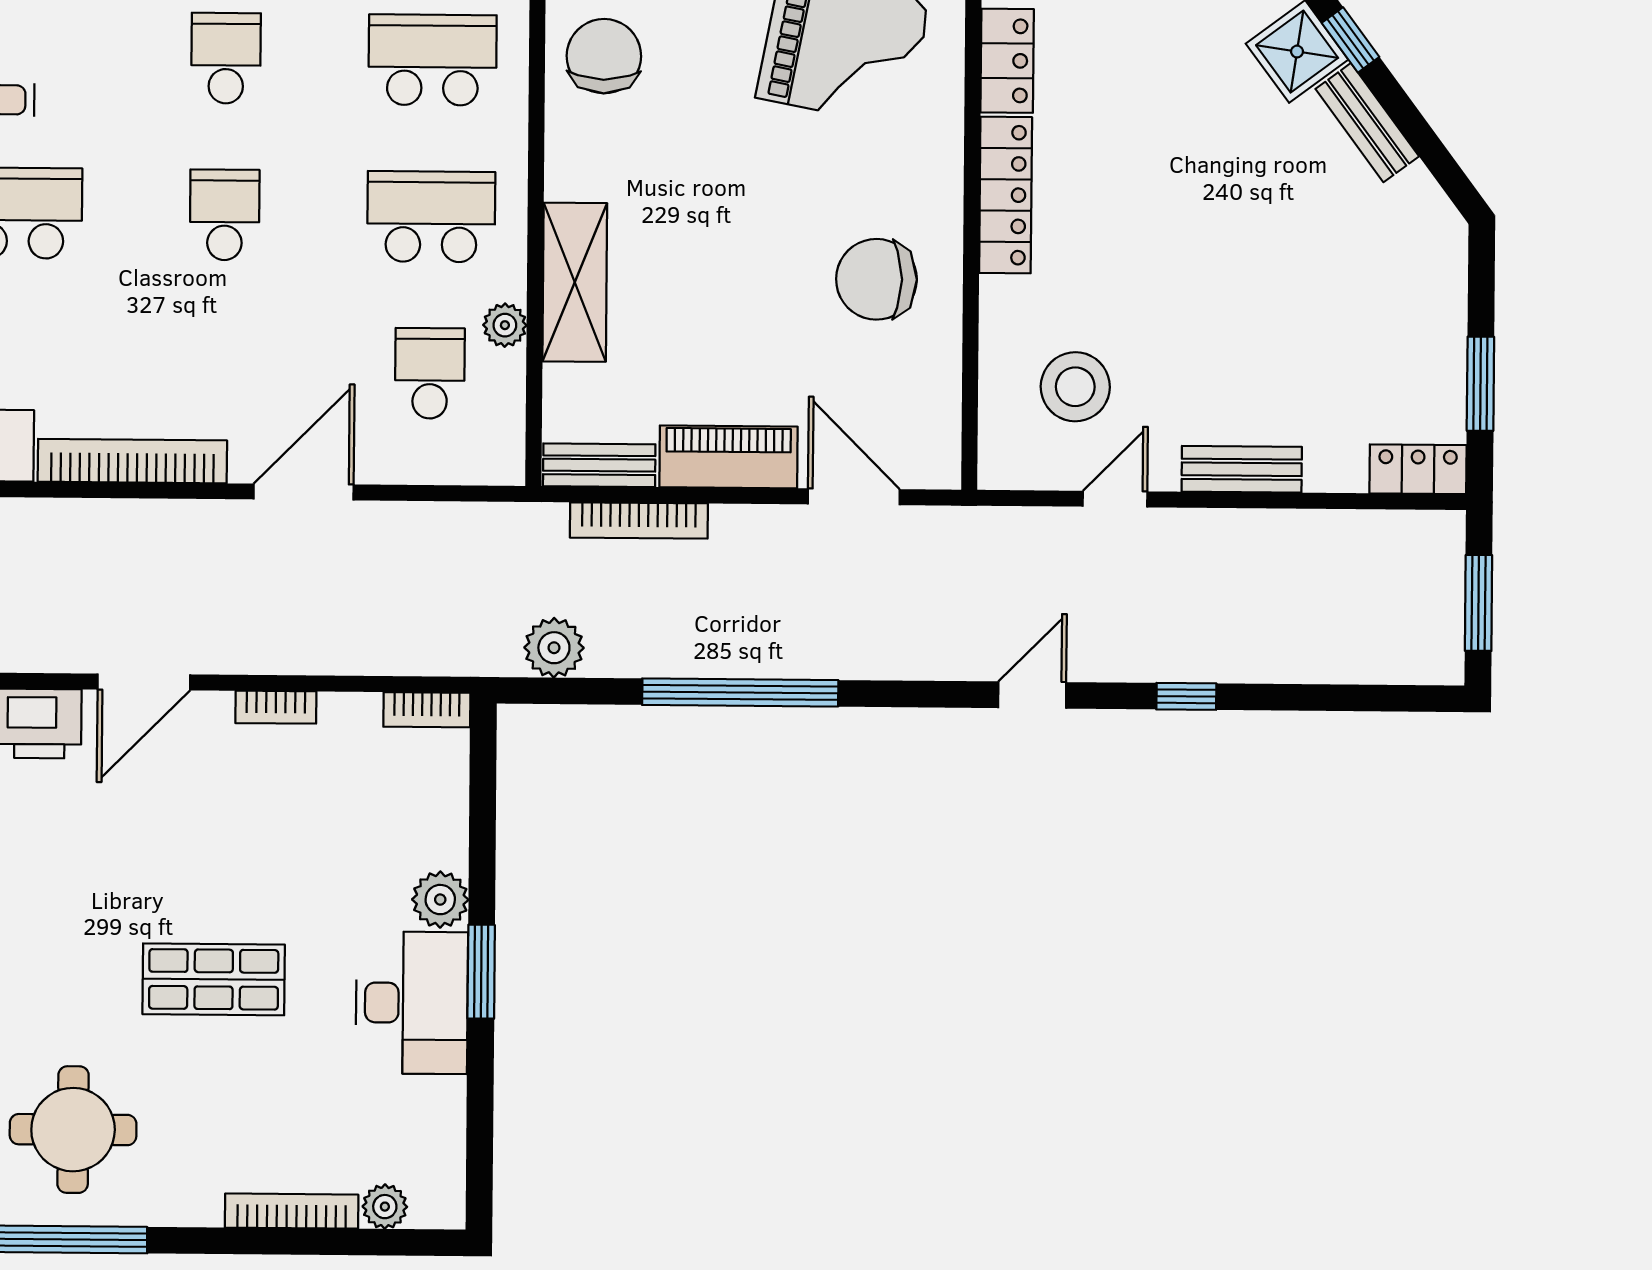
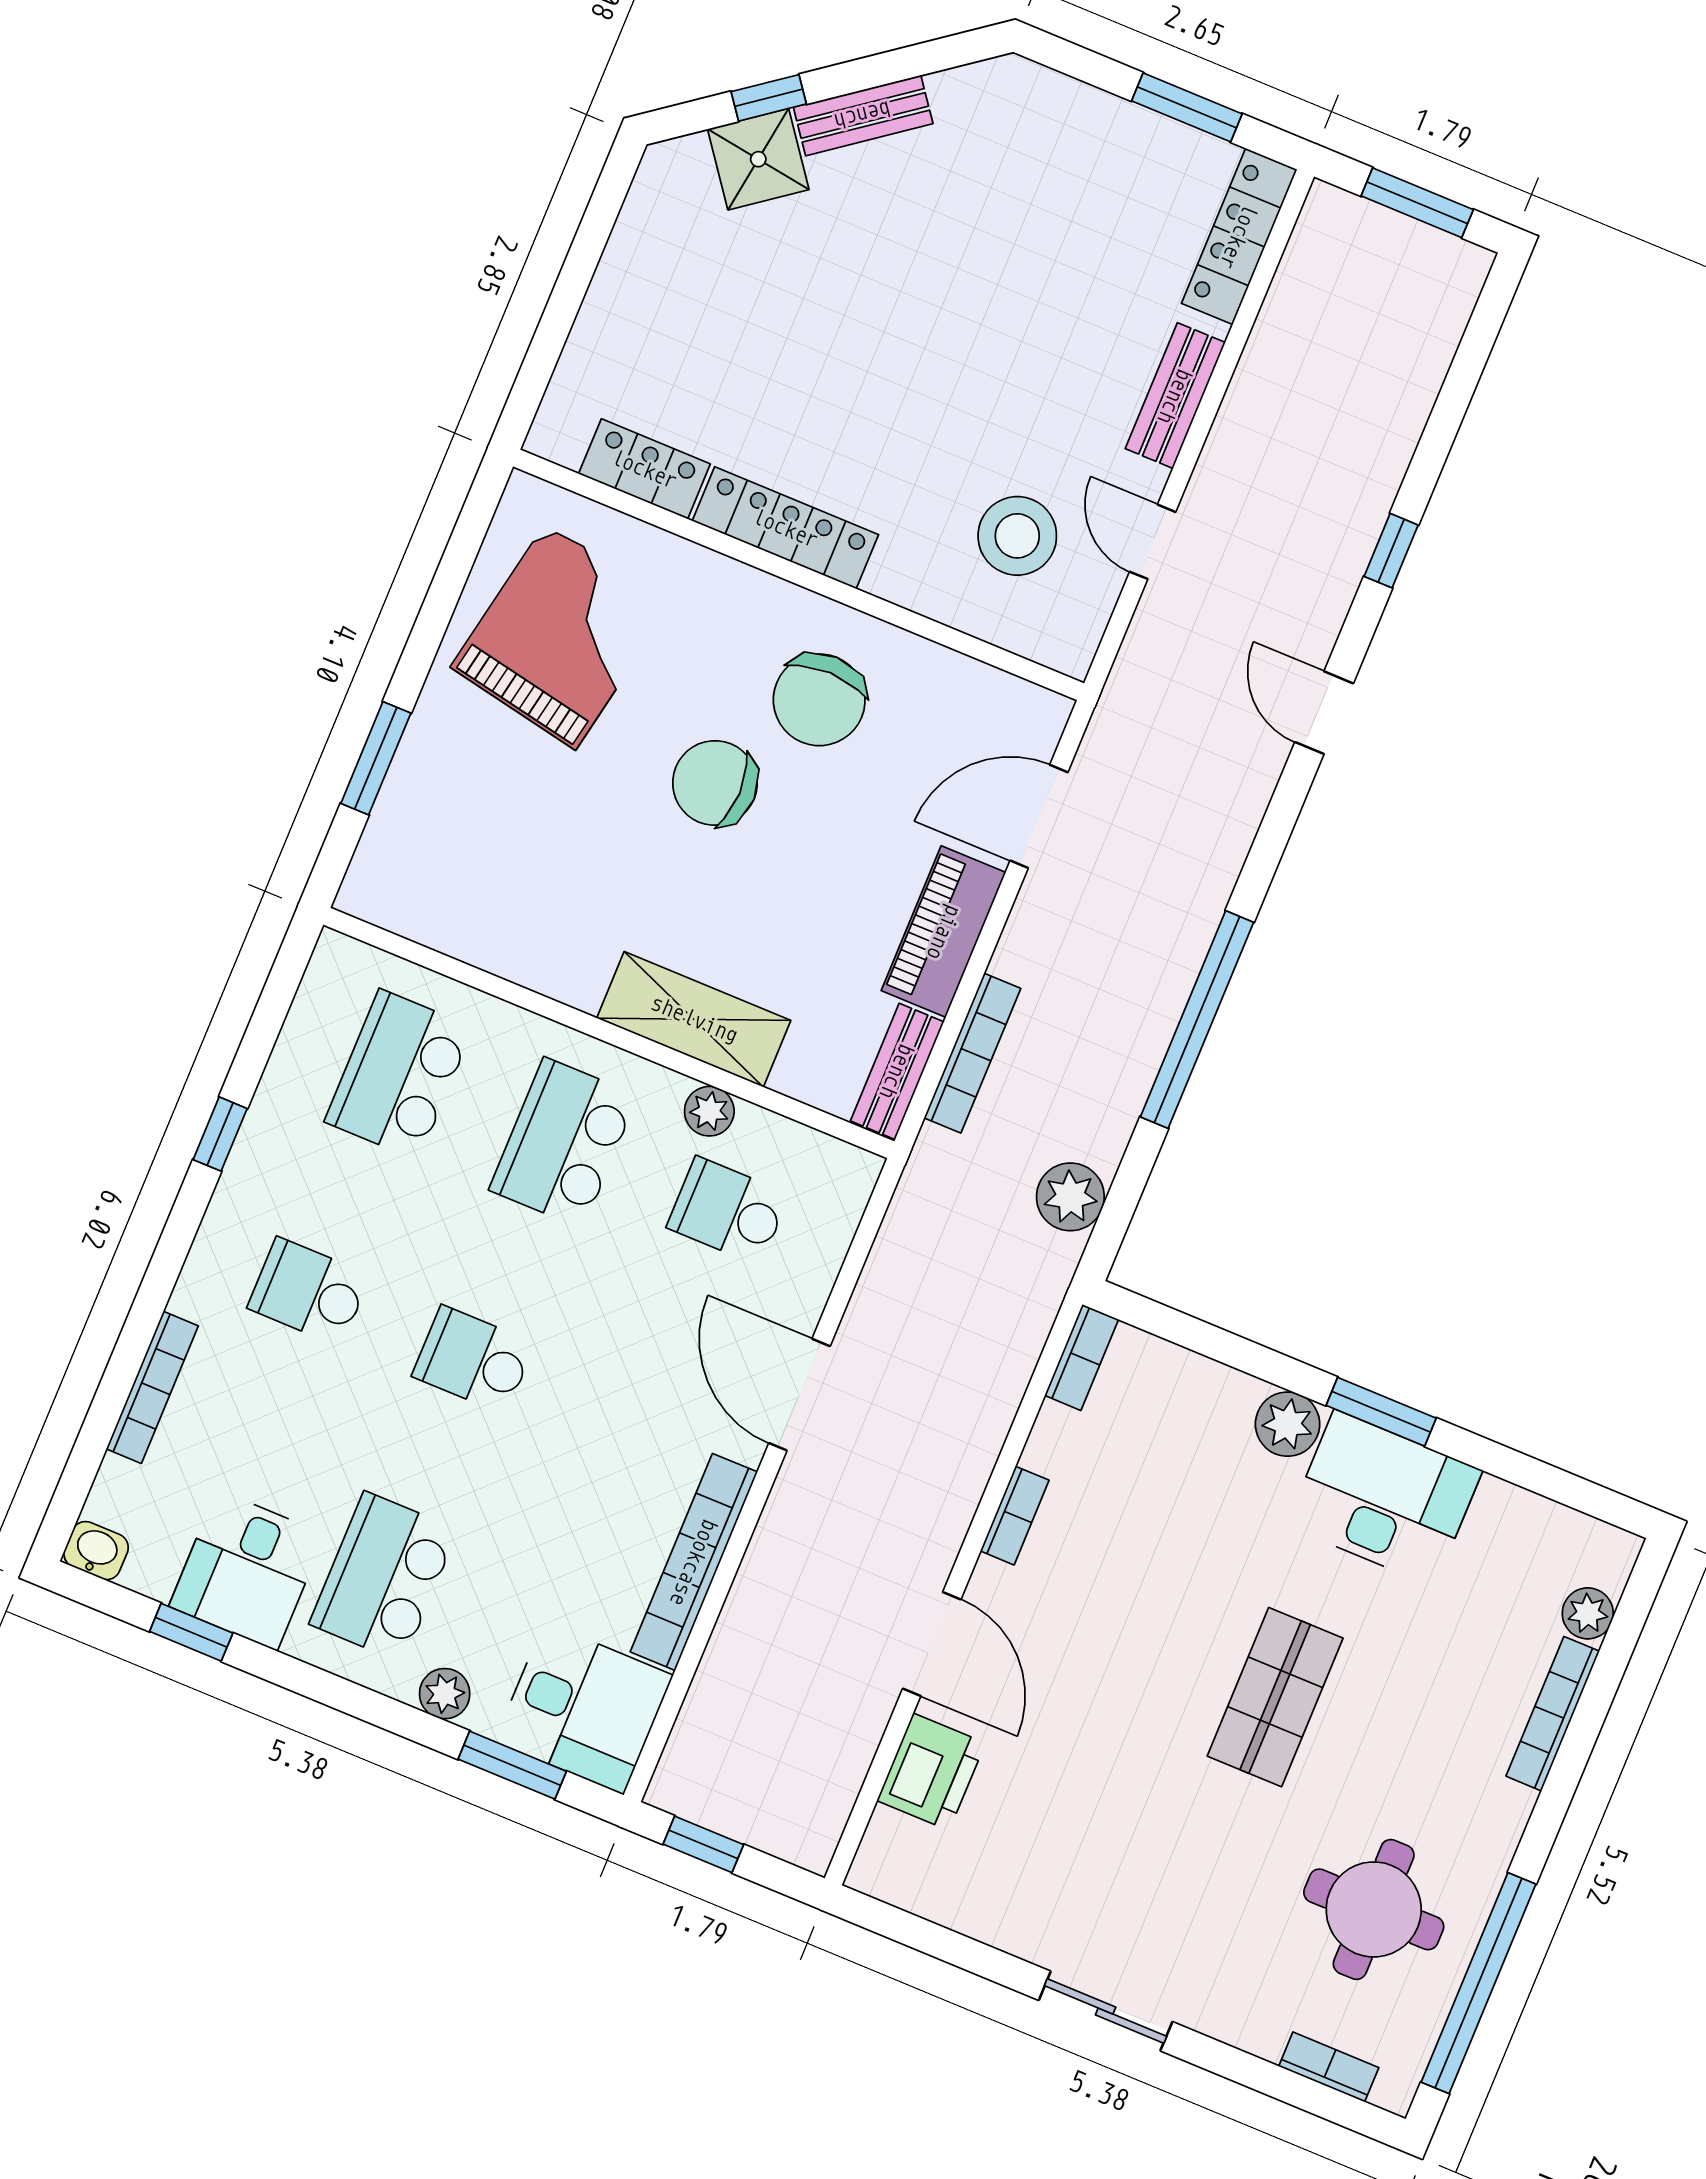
chair: (604, 56) -> (715, 783), moved
locker: (1418, 469) -> (1239, 236), width x1.53

